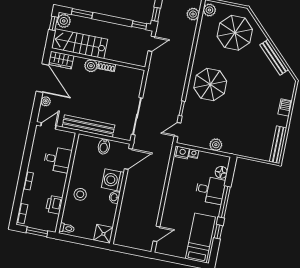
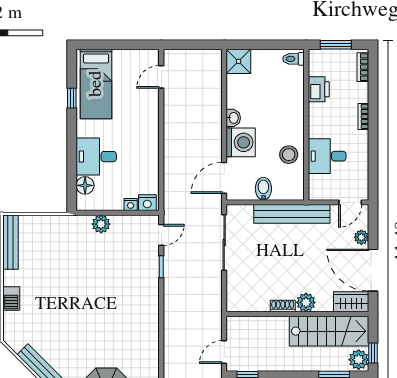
parasol: (210, 85) -> (127, 310), removed
stool: (80, 194) -> (289, 155), moved
window: (224, 202) -> (72, 143), removed

